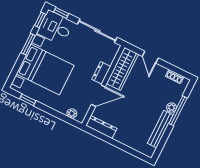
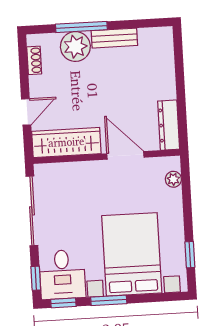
dresser: (101, 73) -> (90, 170), removed
plant: (171, 108) -> (75, 47), width x1.87, depth x1.87
bench: (160, 129) -> (114, 38), width x0.73

